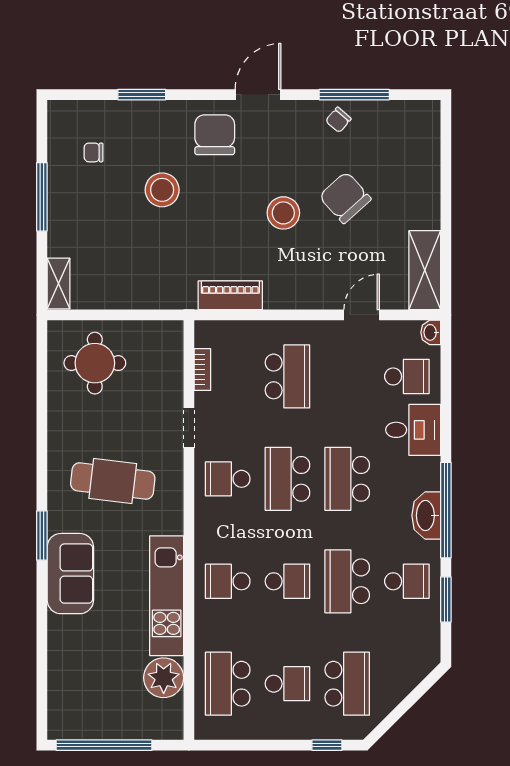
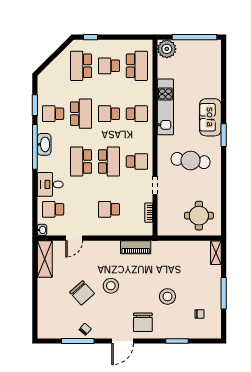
school desk: (287, 376) -> (109, 209), width x0.54
school desk: (347, 479) -> (81, 162), turned 180
plant: (164, 678) -> (167, 49), moved

